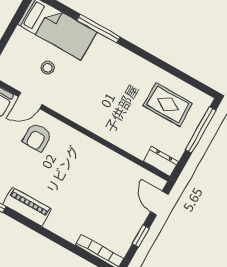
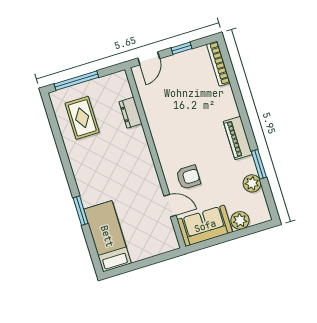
window: (98, 28) -> (81, 211), width x0.69
stool: (48, 68) -> (138, 216), removed
dresser: (161, 161) -> (130, 113), moved

